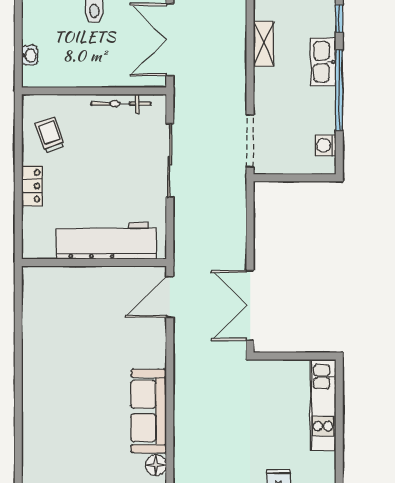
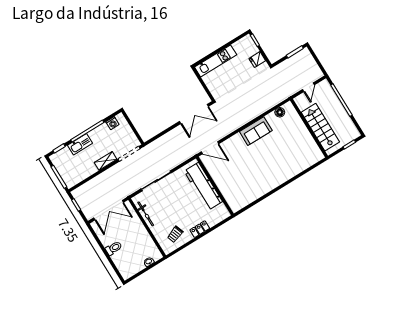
shelving: (264, 44) -> (106, 161), moved
sofa: (149, 411) -> (256, 131), width x0.73

